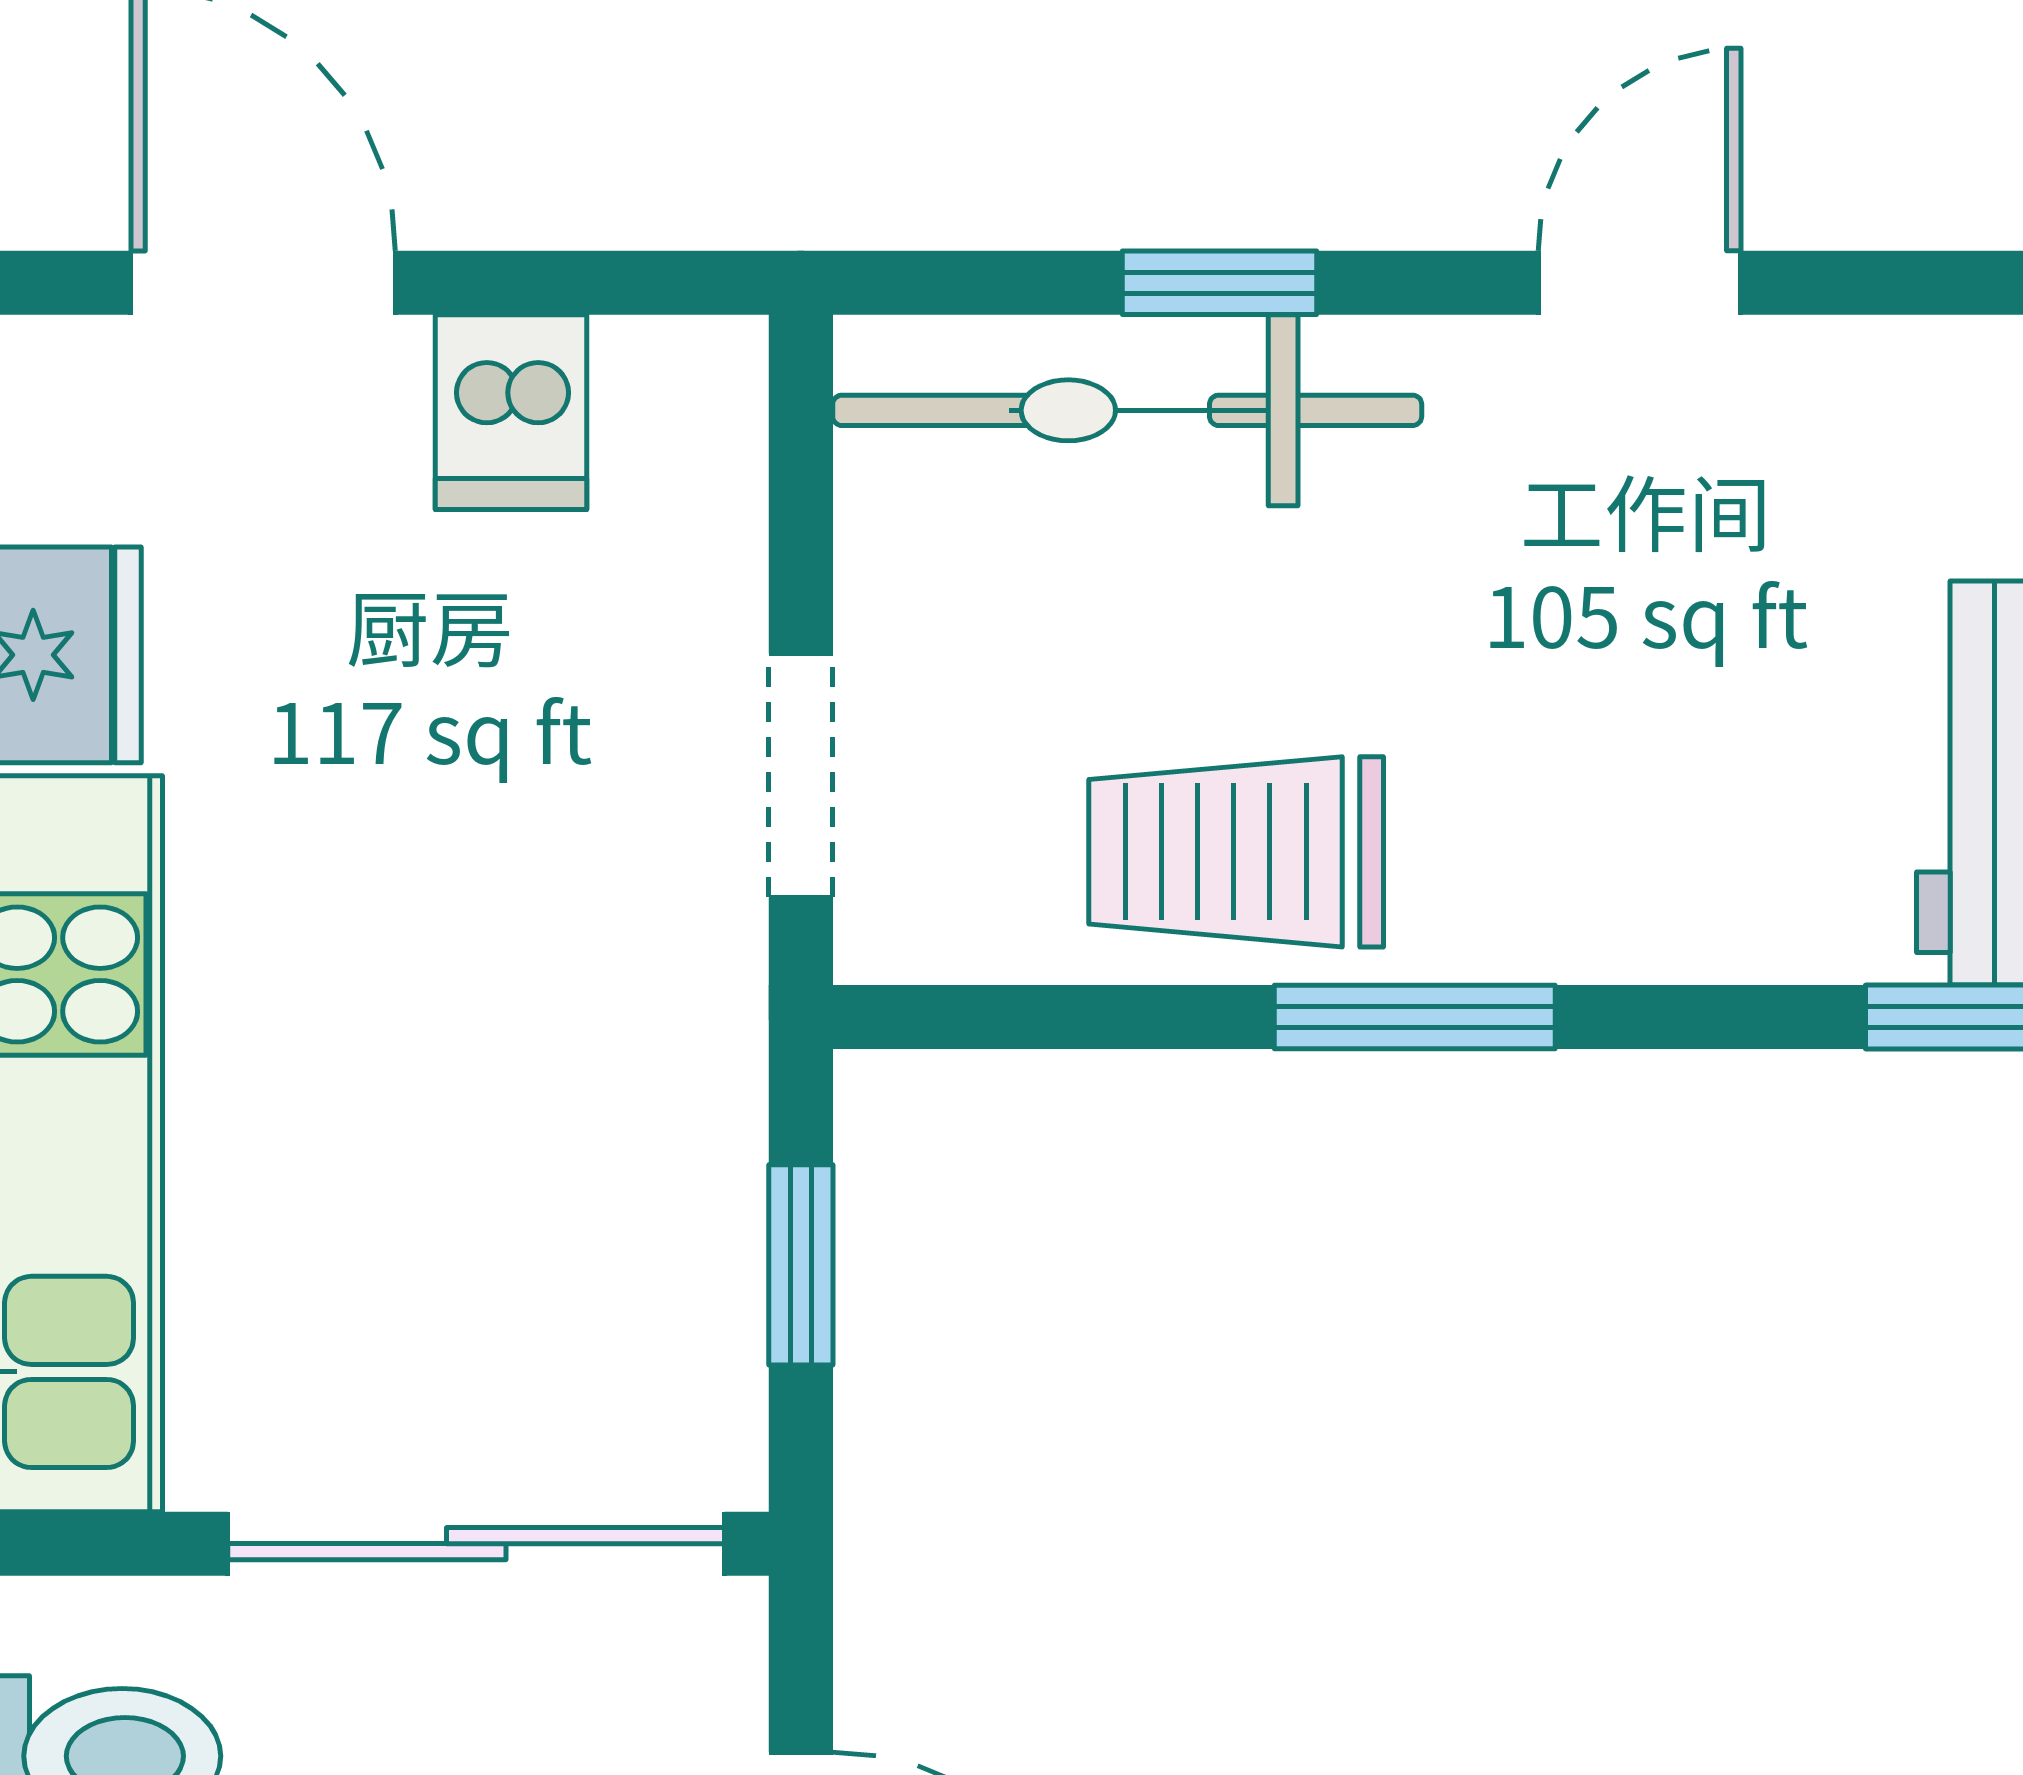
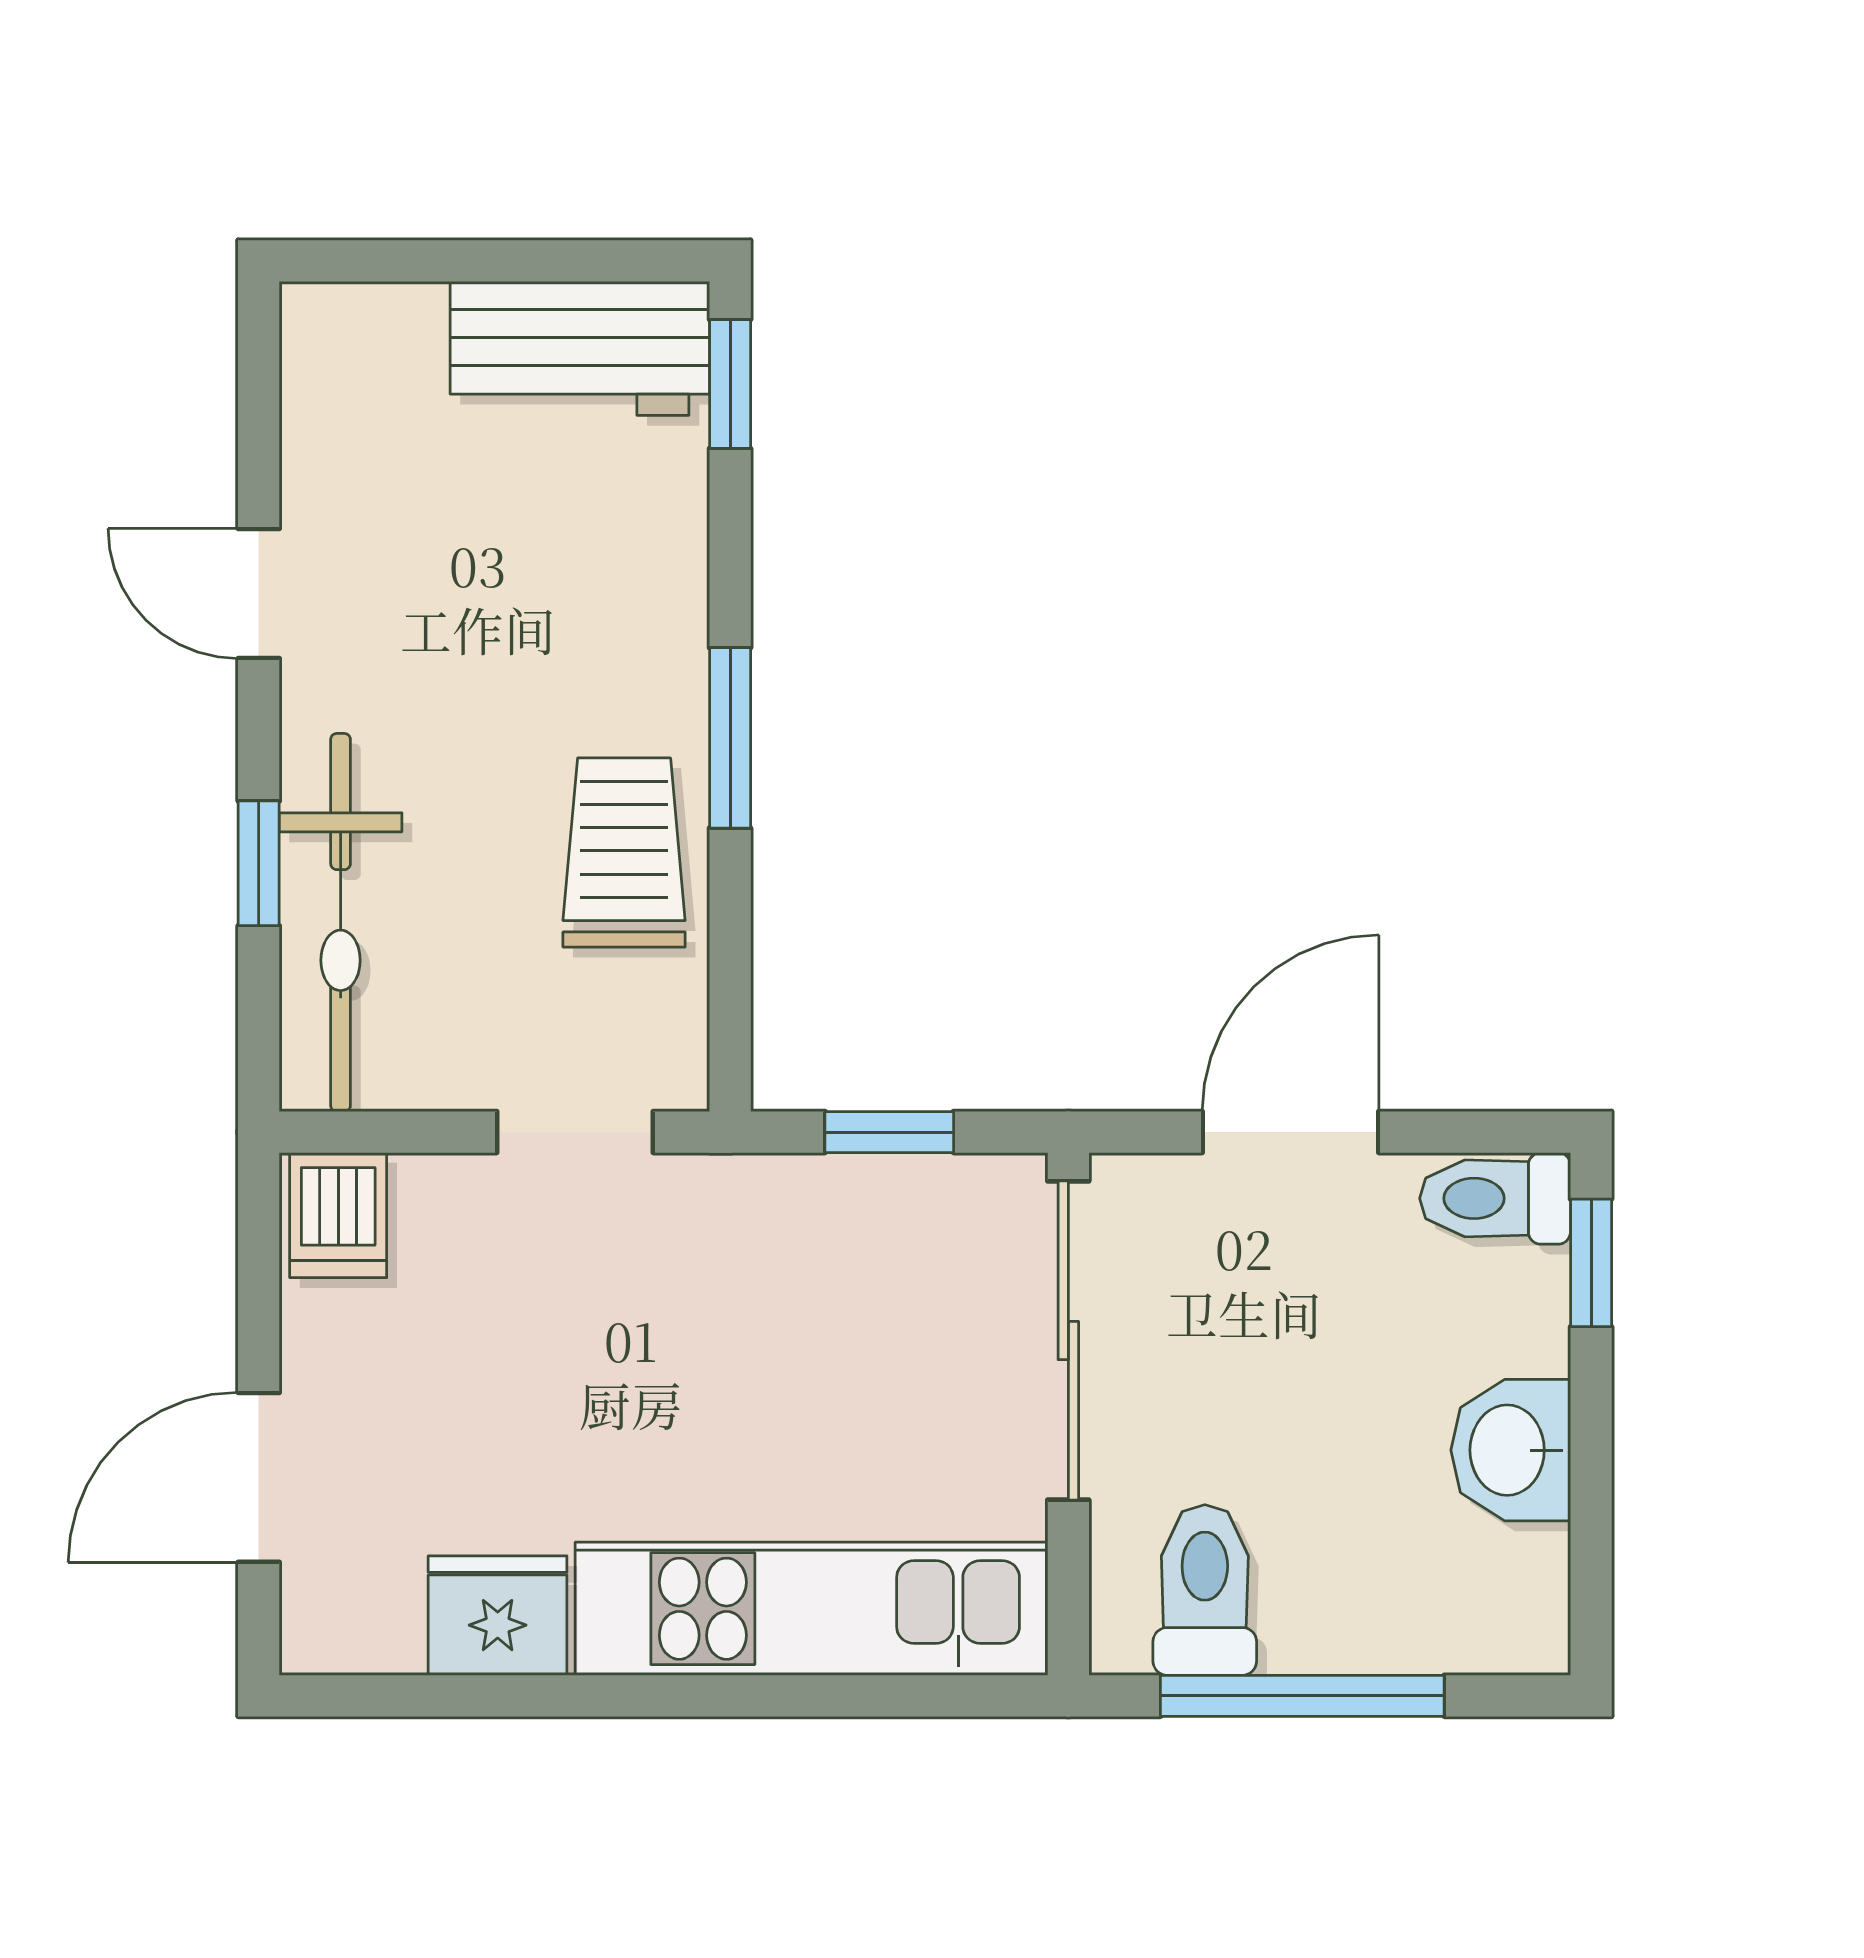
dishwasher: (511, 412) -> (338, 1215), moved, turned 90
trolley: (1236, 852) -> (624, 853), turned 180

